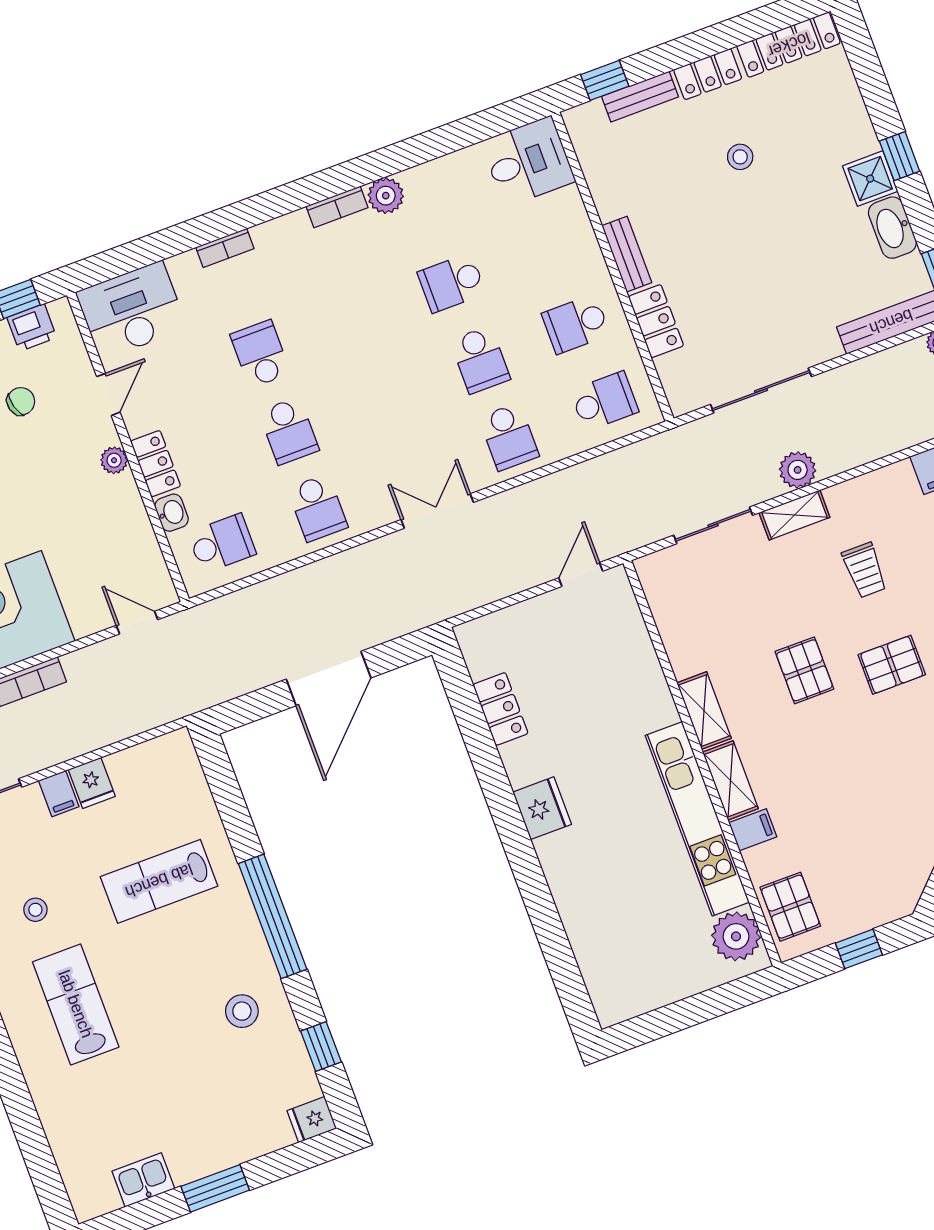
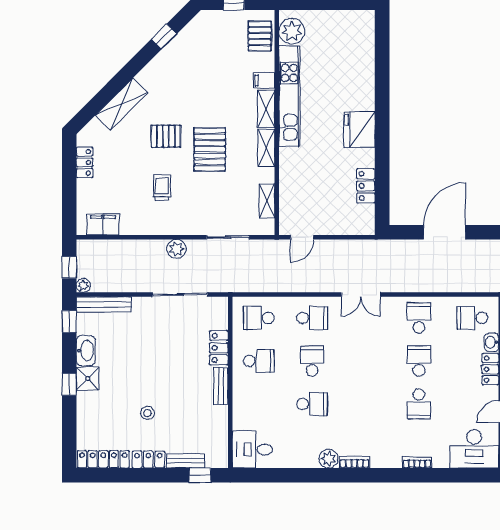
school desk: (509, 437) -> (312, 318), turned 90
shelving: (794, 515) -> (267, 201), moved, turned 90
pallet: (804, 670) -> (210, 149), width x1.50, depth x1.42
fridge: (542, 808) -> (360, 130), width x1.36, depth x1.34

